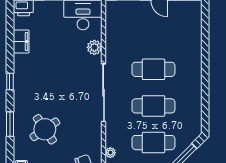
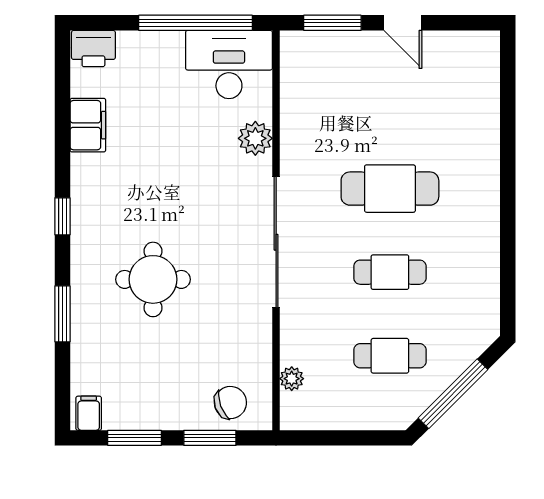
cafe table: (153, 106) -> (390, 272), width x0.73, depth x0.74
round table: (45, 129) -> (153, 279), moved, turned 34
cafe table: (153, 143) -> (390, 356), width x0.73, depth x0.74

